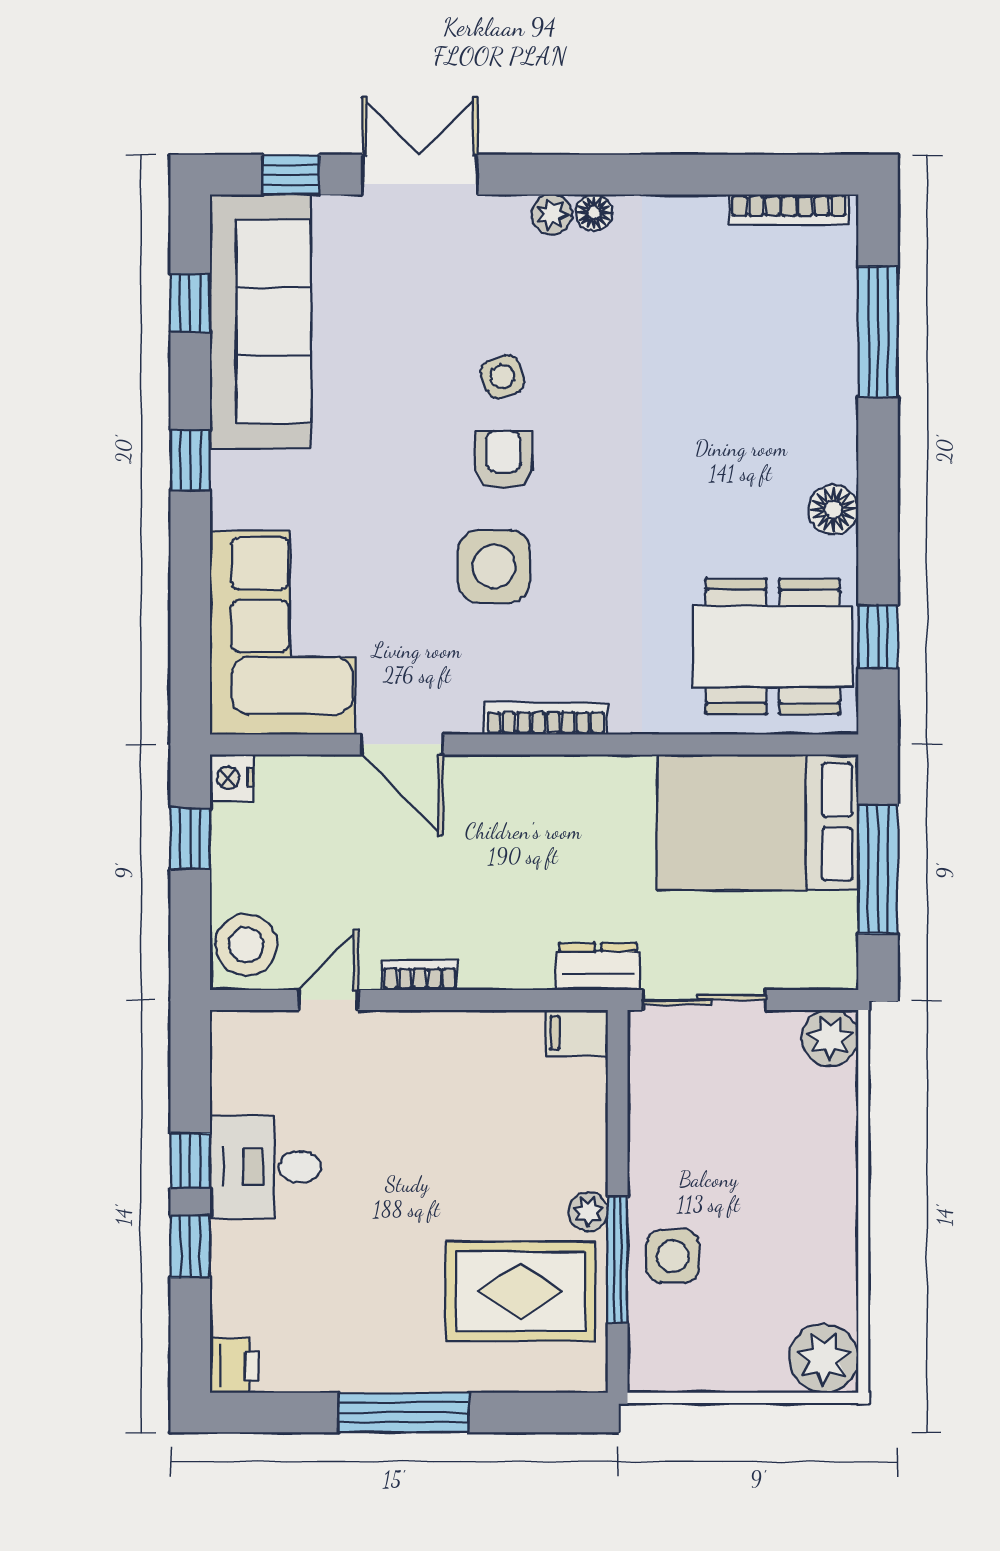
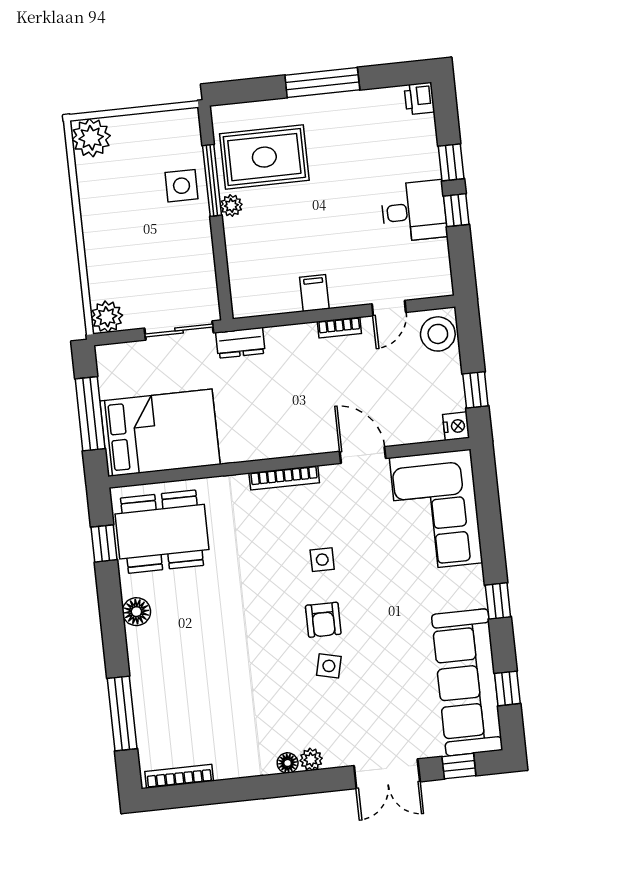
side table: (502, 377) -> (329, 666), turned 31
side table: (494, 567) -> (322, 560), width x0.54, depth x0.54
filing cabinet: (577, 1033) -> (314, 293), moved, turned -90

